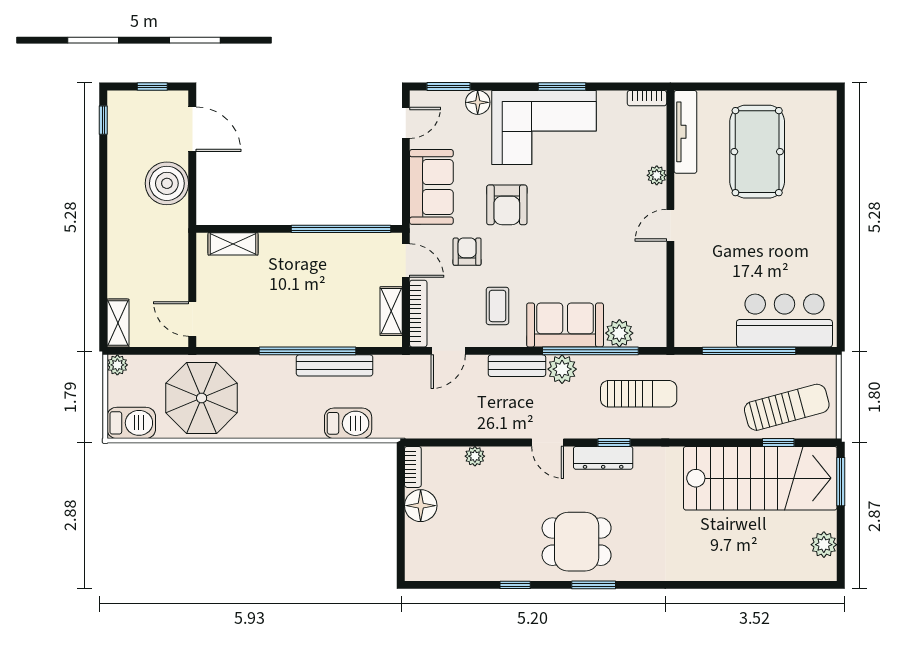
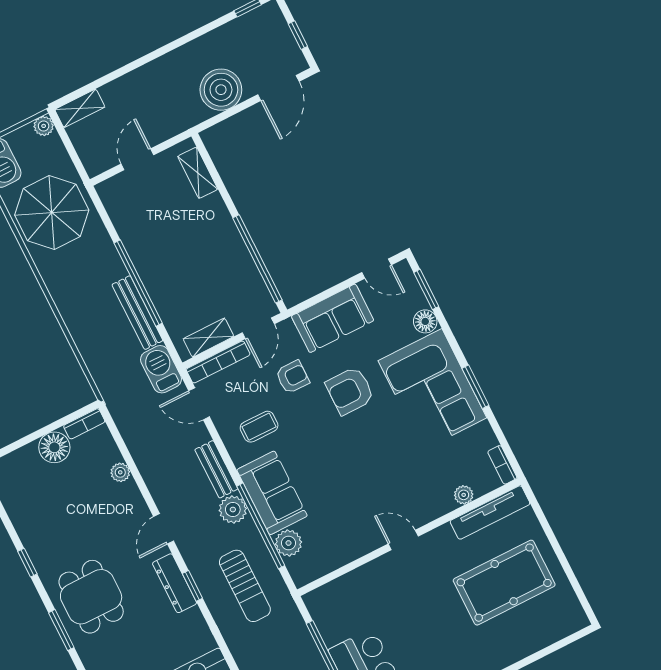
plant: (657, 175) -> (464, 495), moved
door: (192, 319) -> (137, 159), moved
barbecue: (348, 423) -> (161, 369), moved, turned 180

